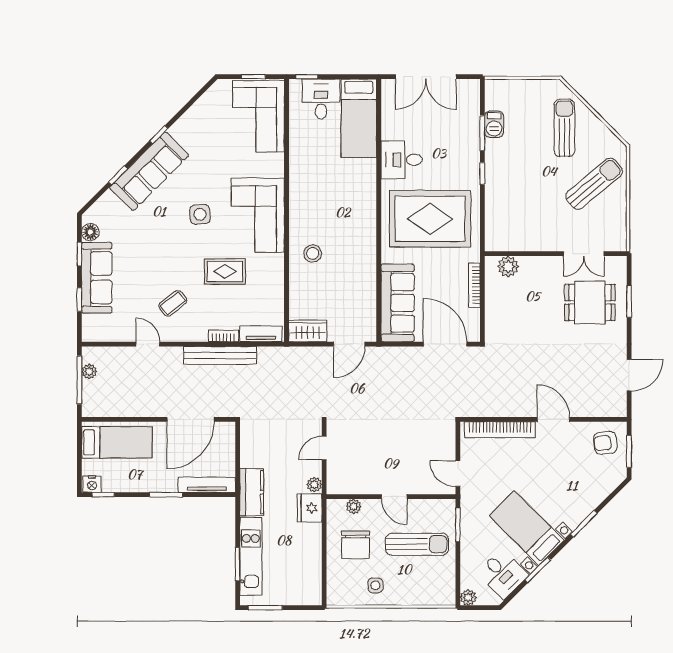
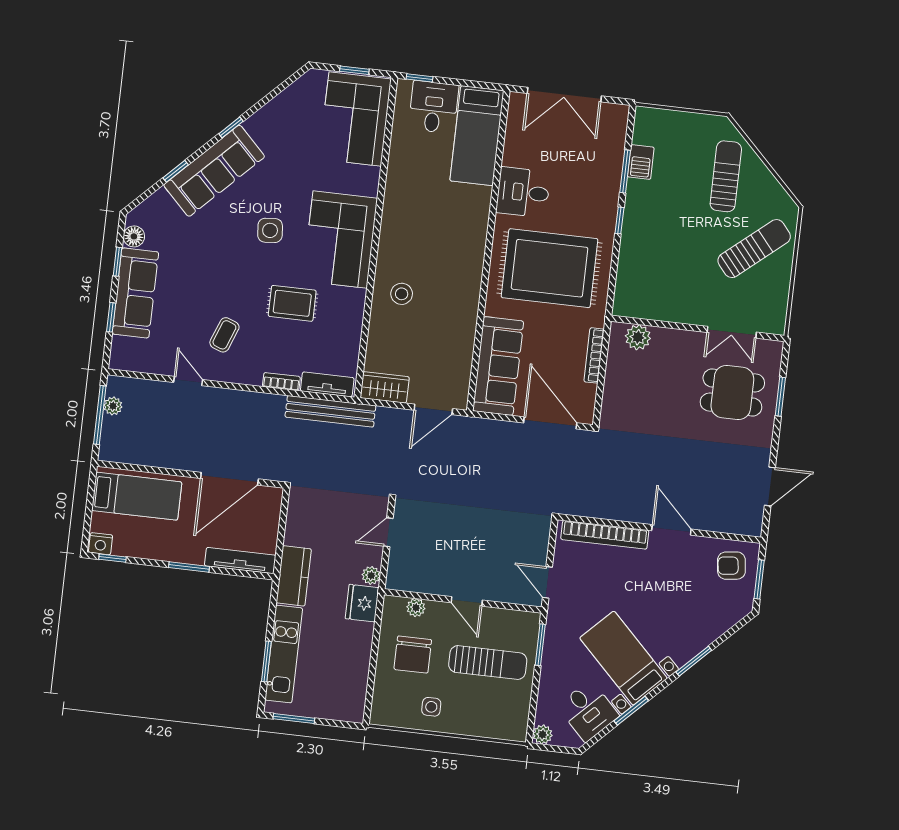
coffee table: (173, 303) -> (224, 335), turned -31
bench: (220, 355) -> (330, 411), moved

